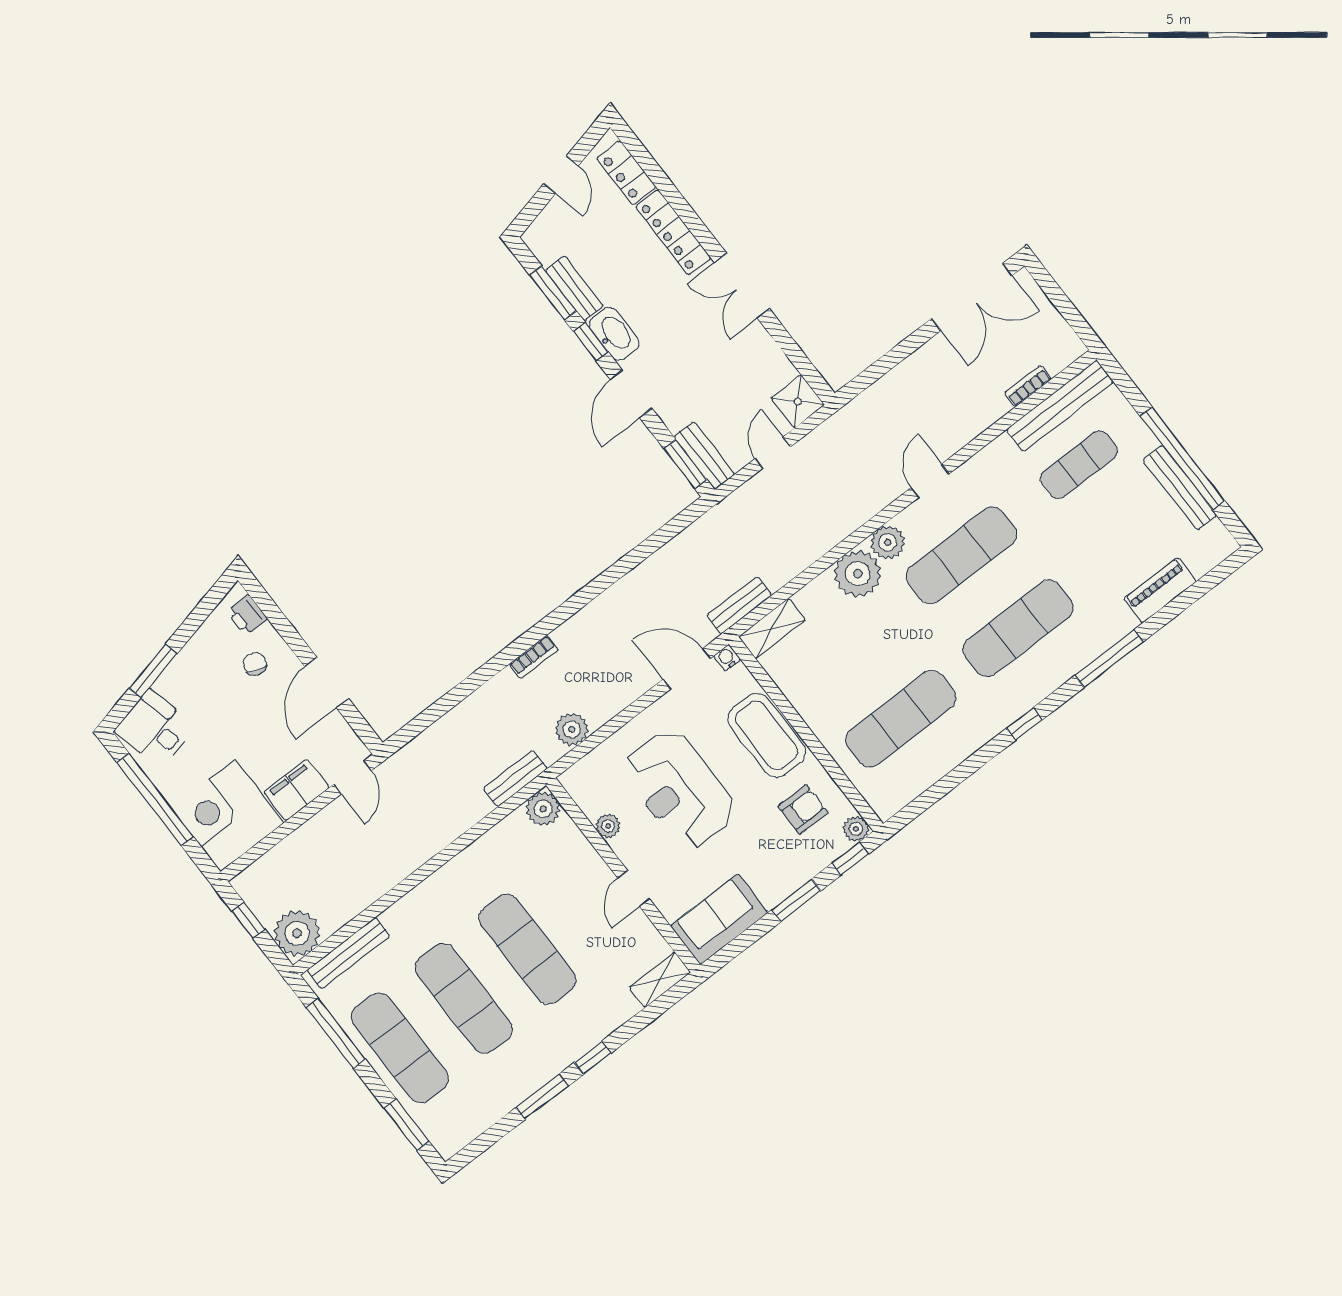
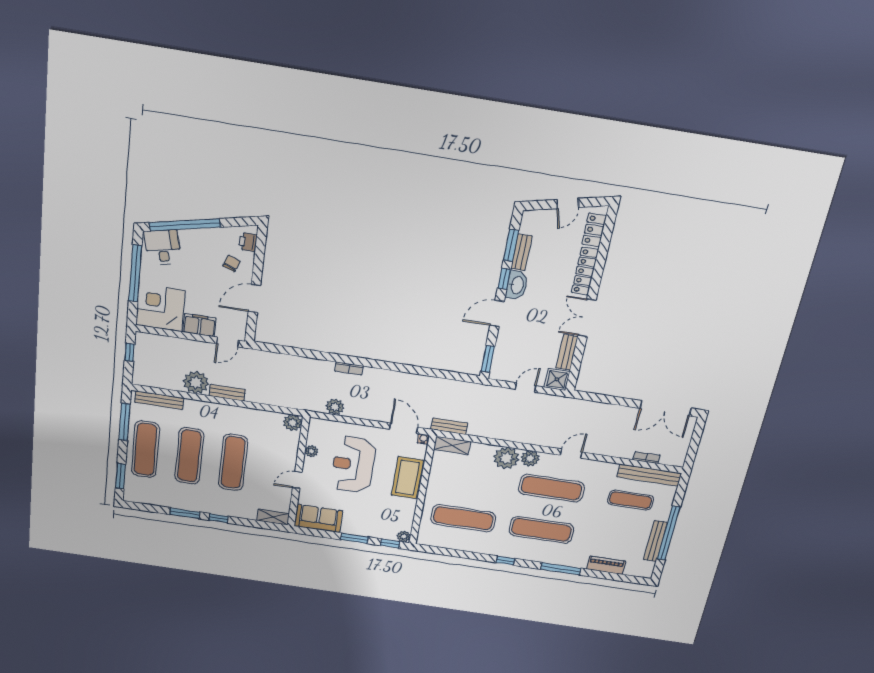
bench: (704, 456) -> (567, 352), moved
window: (153, 671) -> (185, 225), width x2.11
bench: (515, 779) -> (227, 393), moved
armchair: (803, 809) -> (392, 513), removed
plant: (297, 933) -> (196, 382), moved

